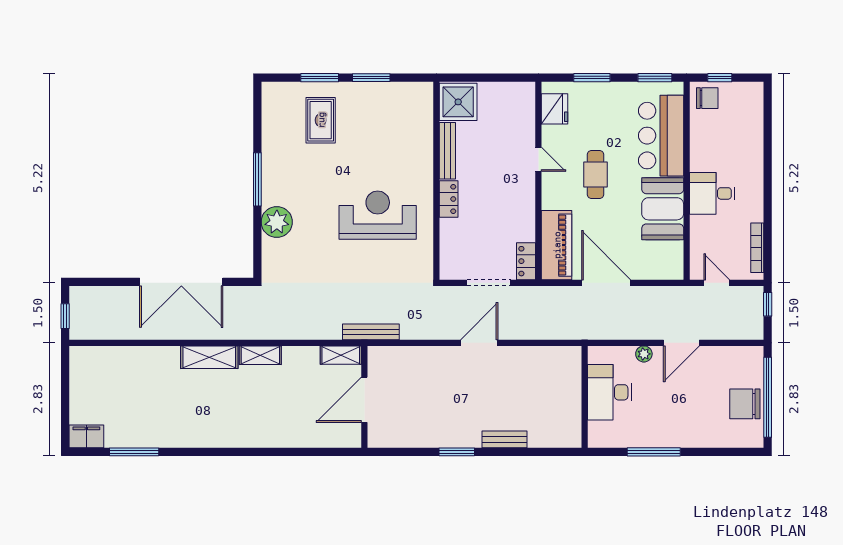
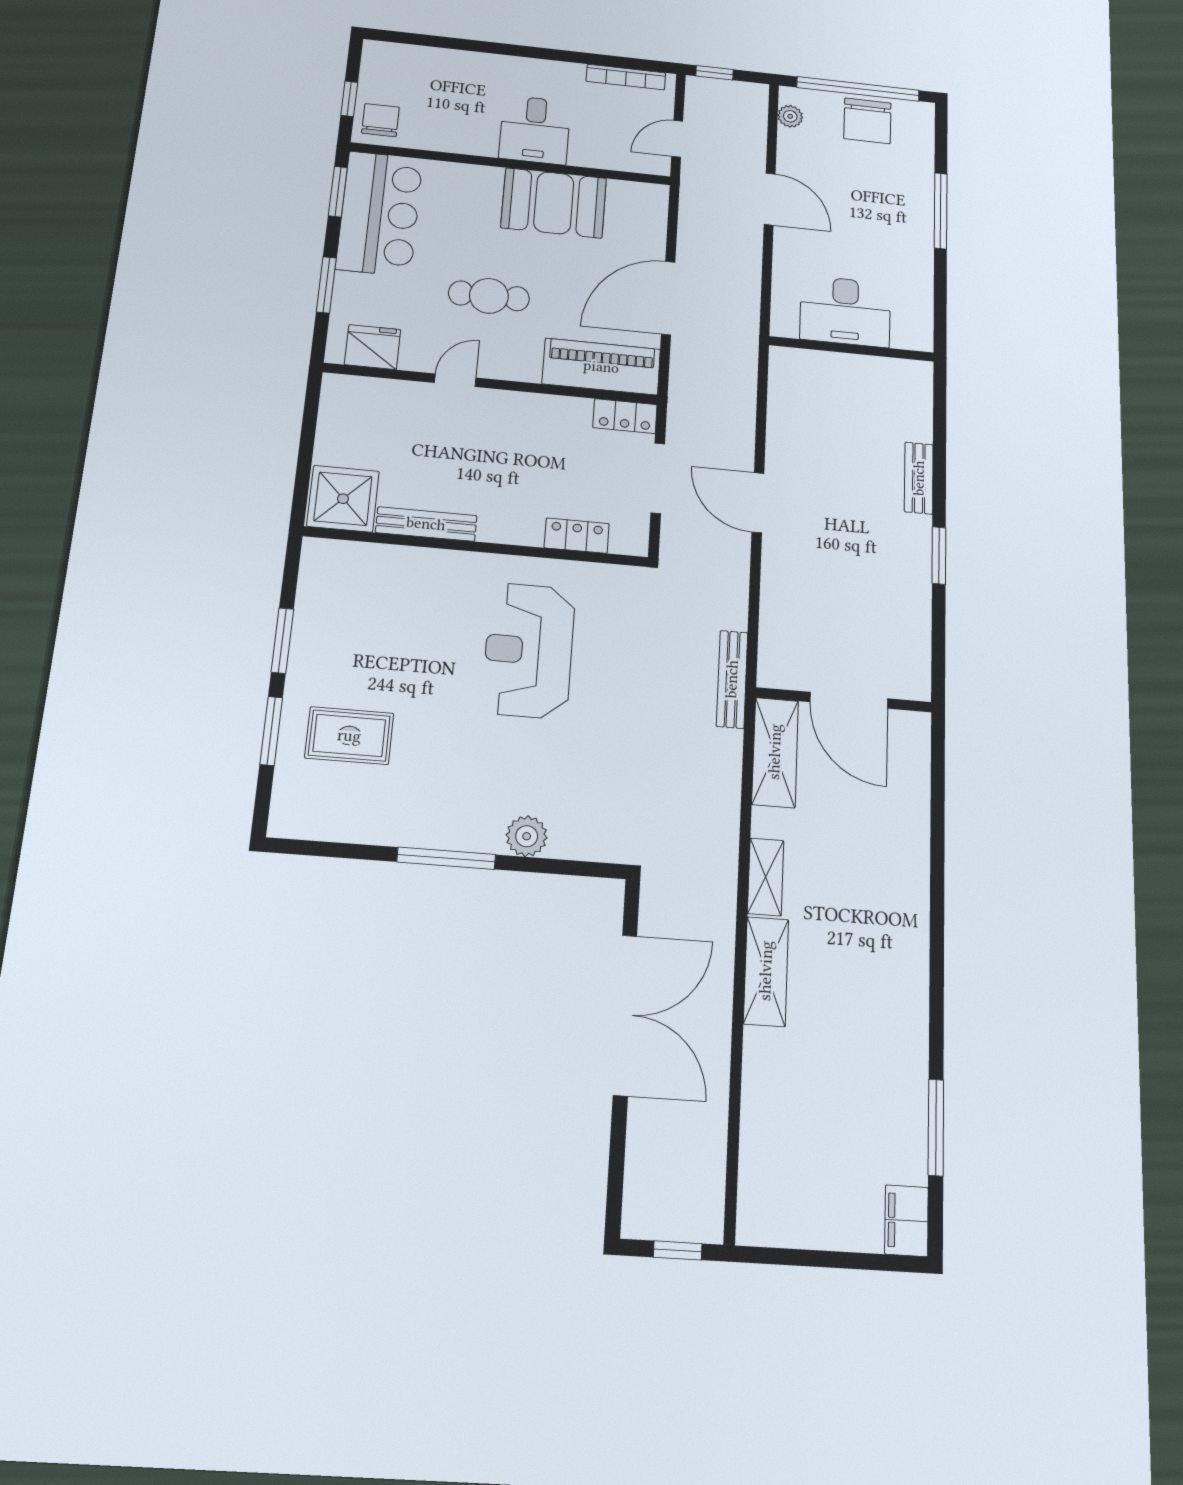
bar counter: (661, 136) -> (380, 213), moved, turned -90
locker: (449, 199) -> (577, 536), moved
plant: (277, 222) -> (527, 836), width x0.73, depth x0.73
plant: (644, 354) -> (790, 116), moved
shelving: (341, 355) -> (775, 752), width x1.50, depth x1.33
window: (654, 452) -> (941, 211), moved

